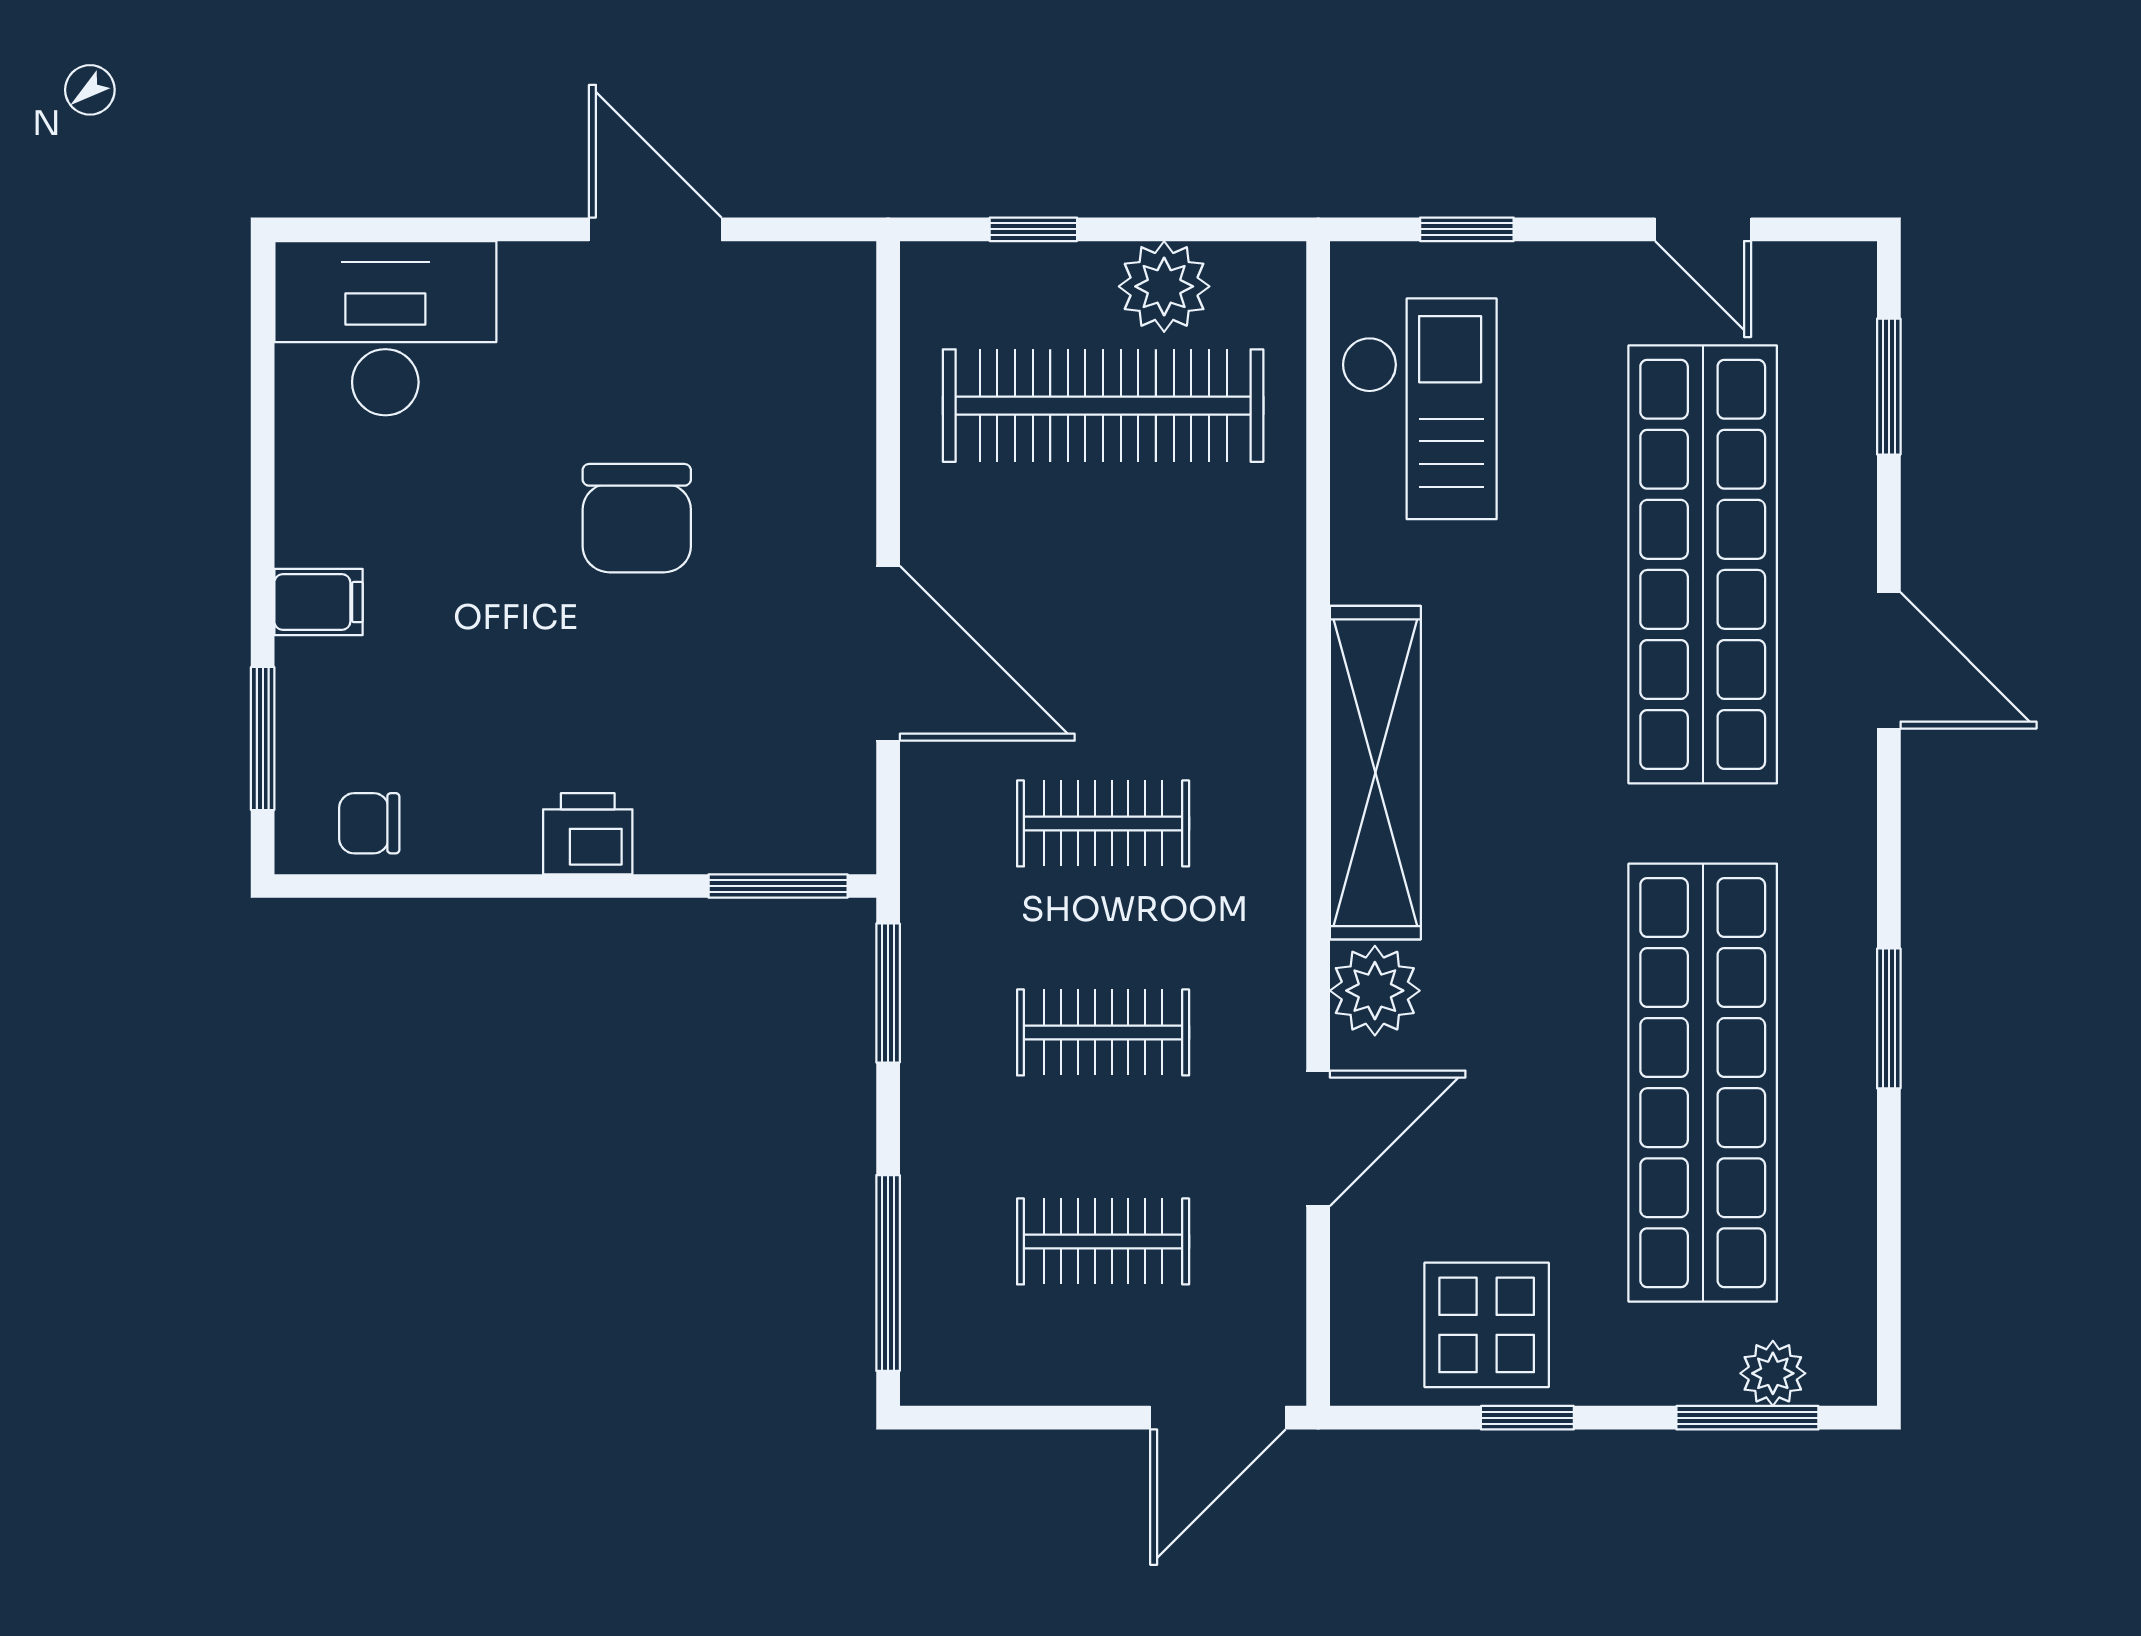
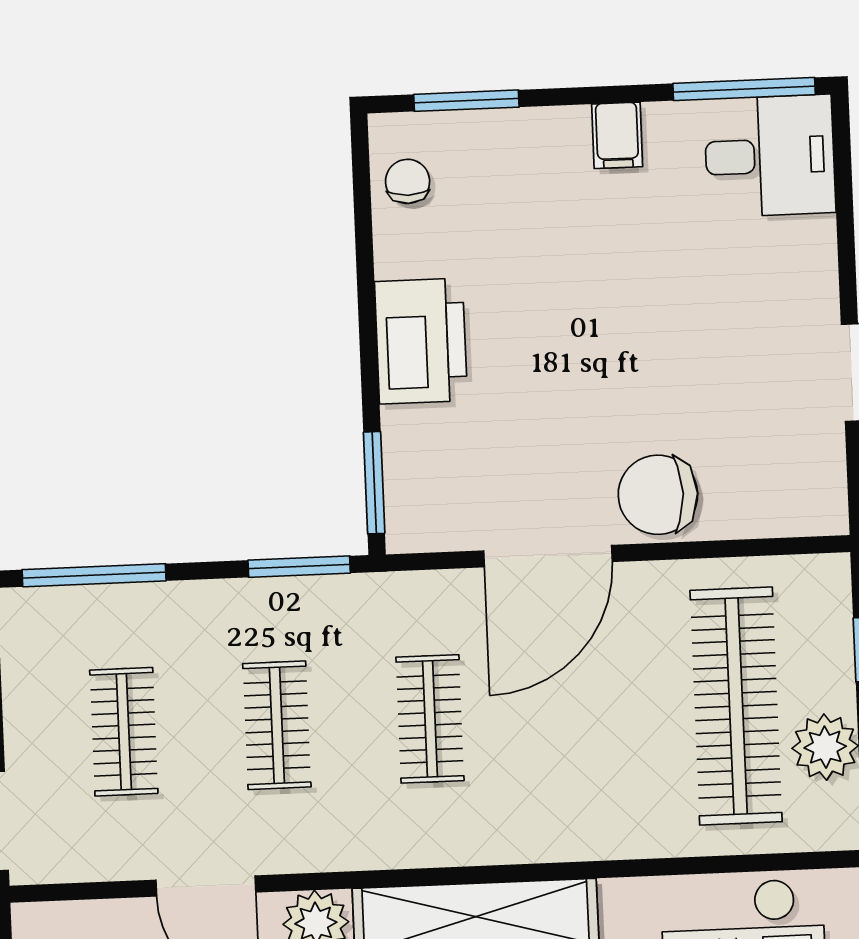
desk: (385, 328) -> (770, 156), width x0.73
window: (263, 359) -> (744, 89), added
chair: (637, 518) -> (658, 495), moved
filing cabinet: (319, 602) -> (617, 135), moved
printer: (588, 834) -> (421, 341), width x1.87, depth x1.48

